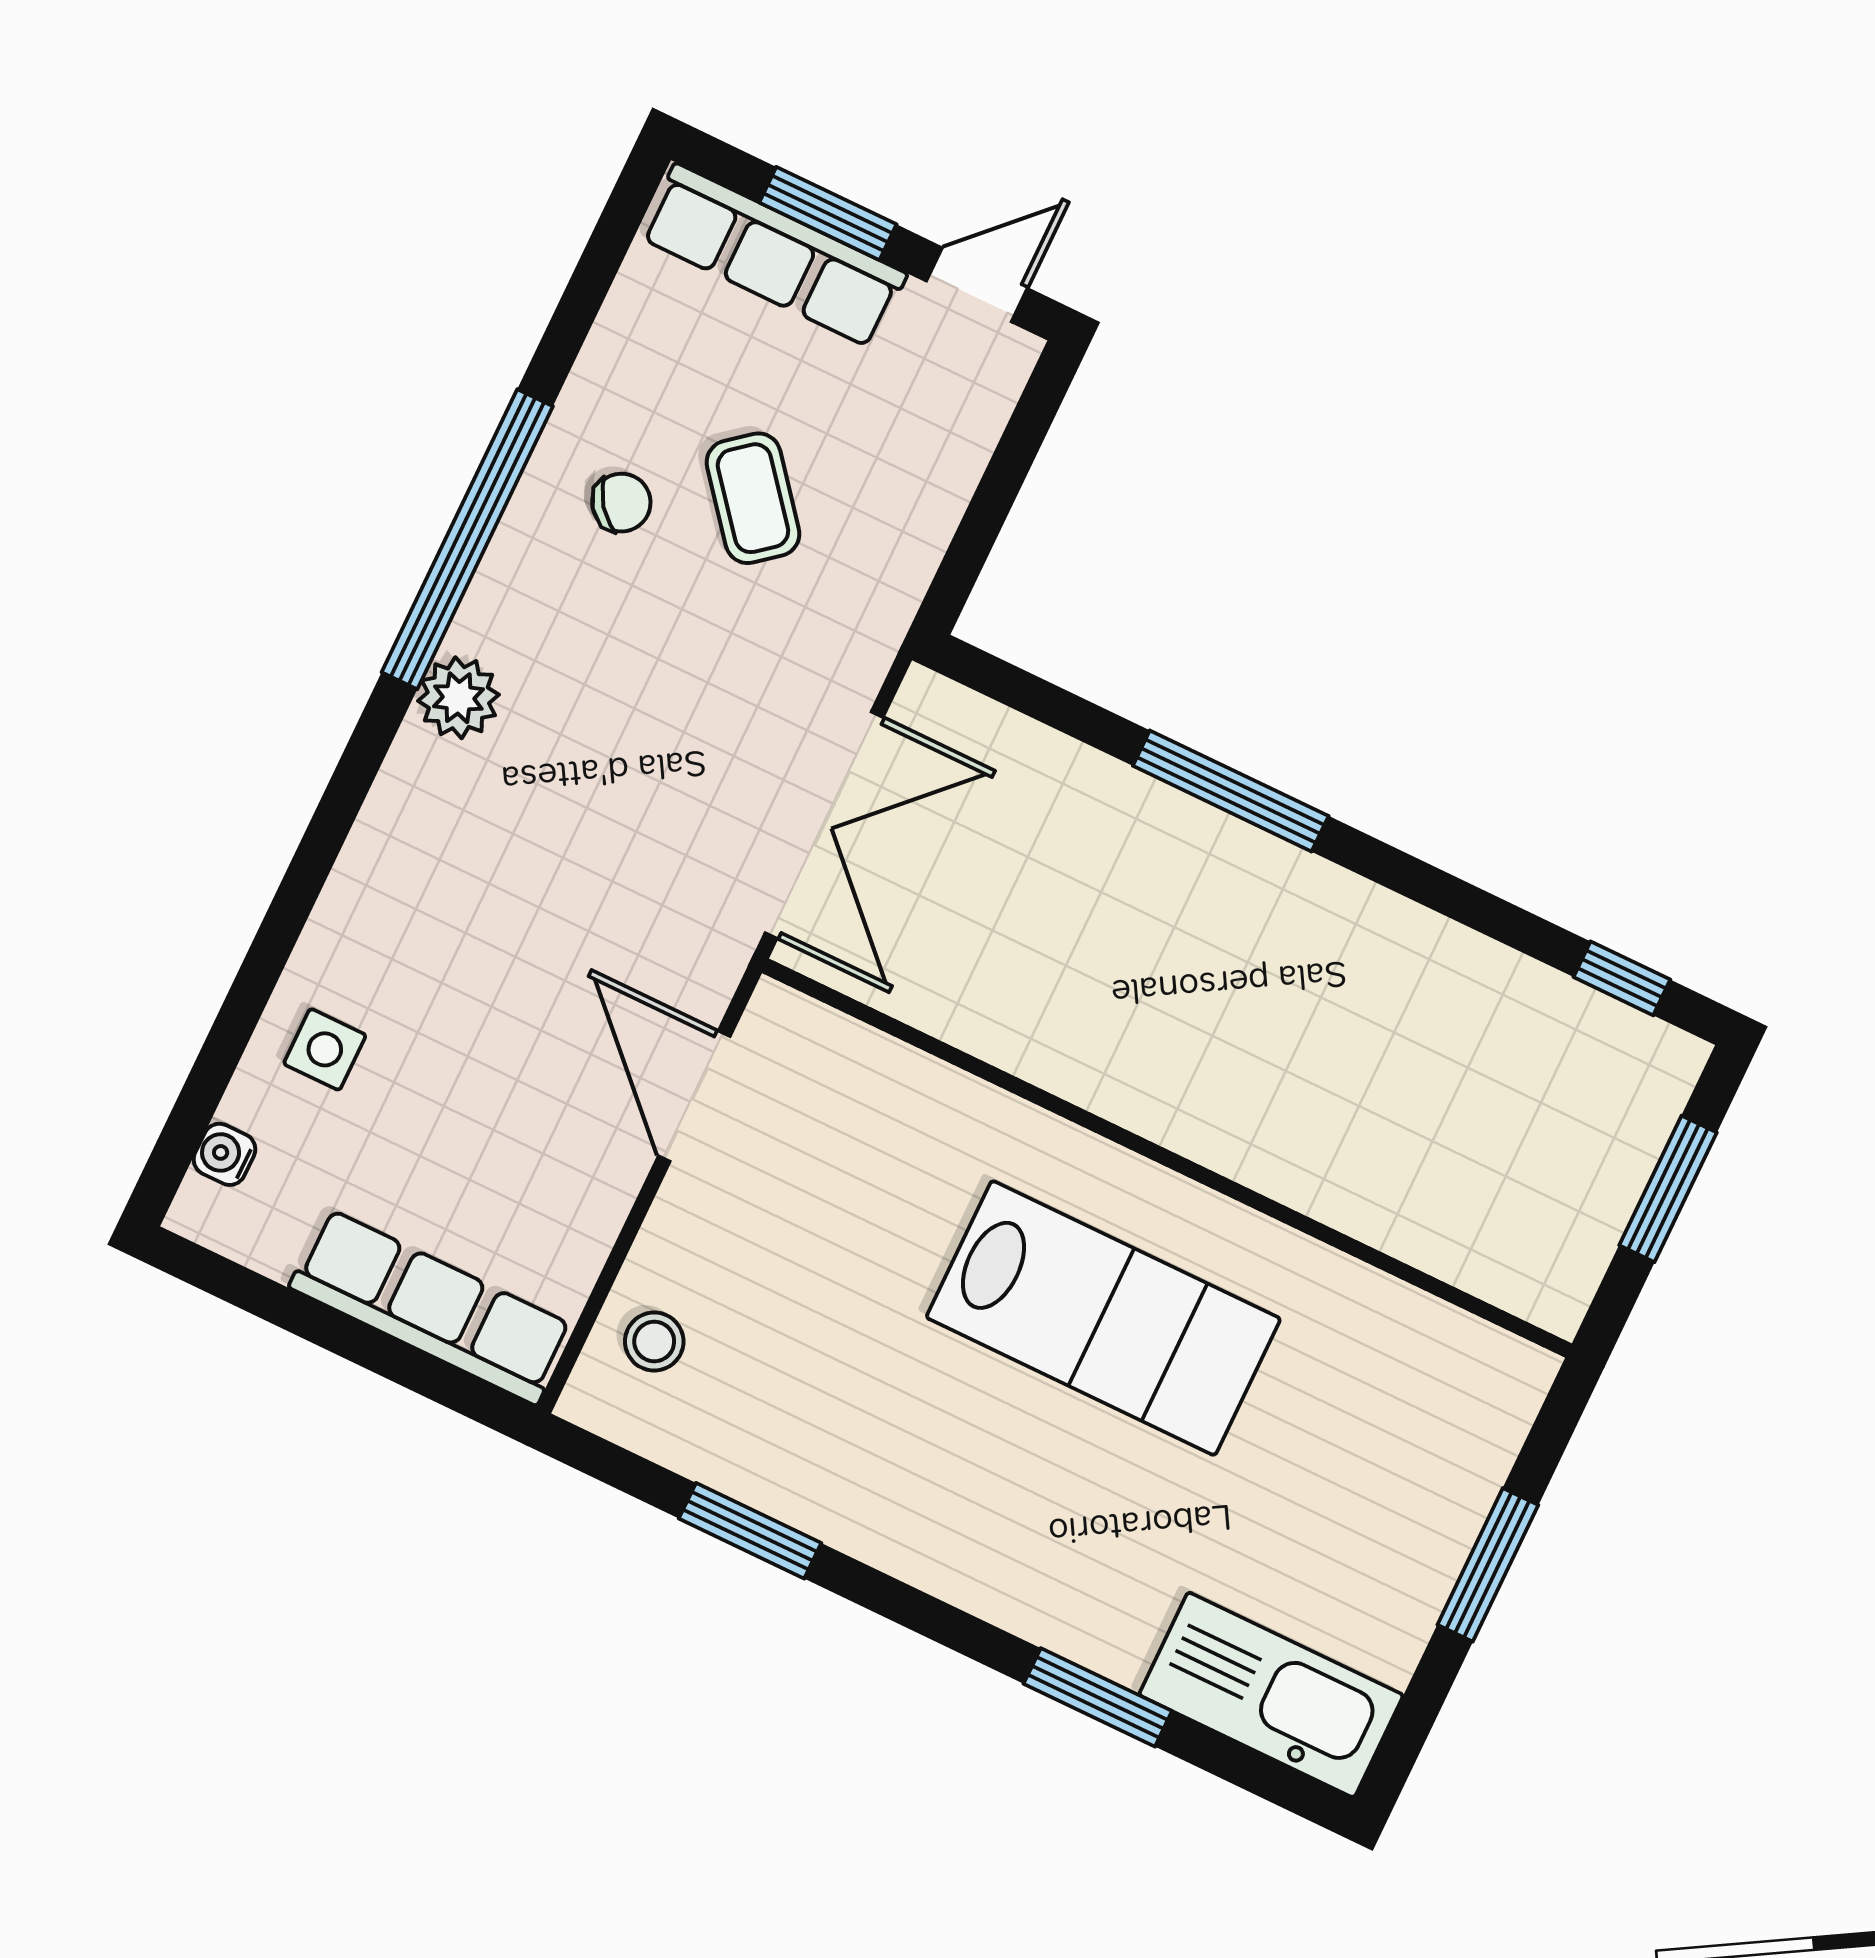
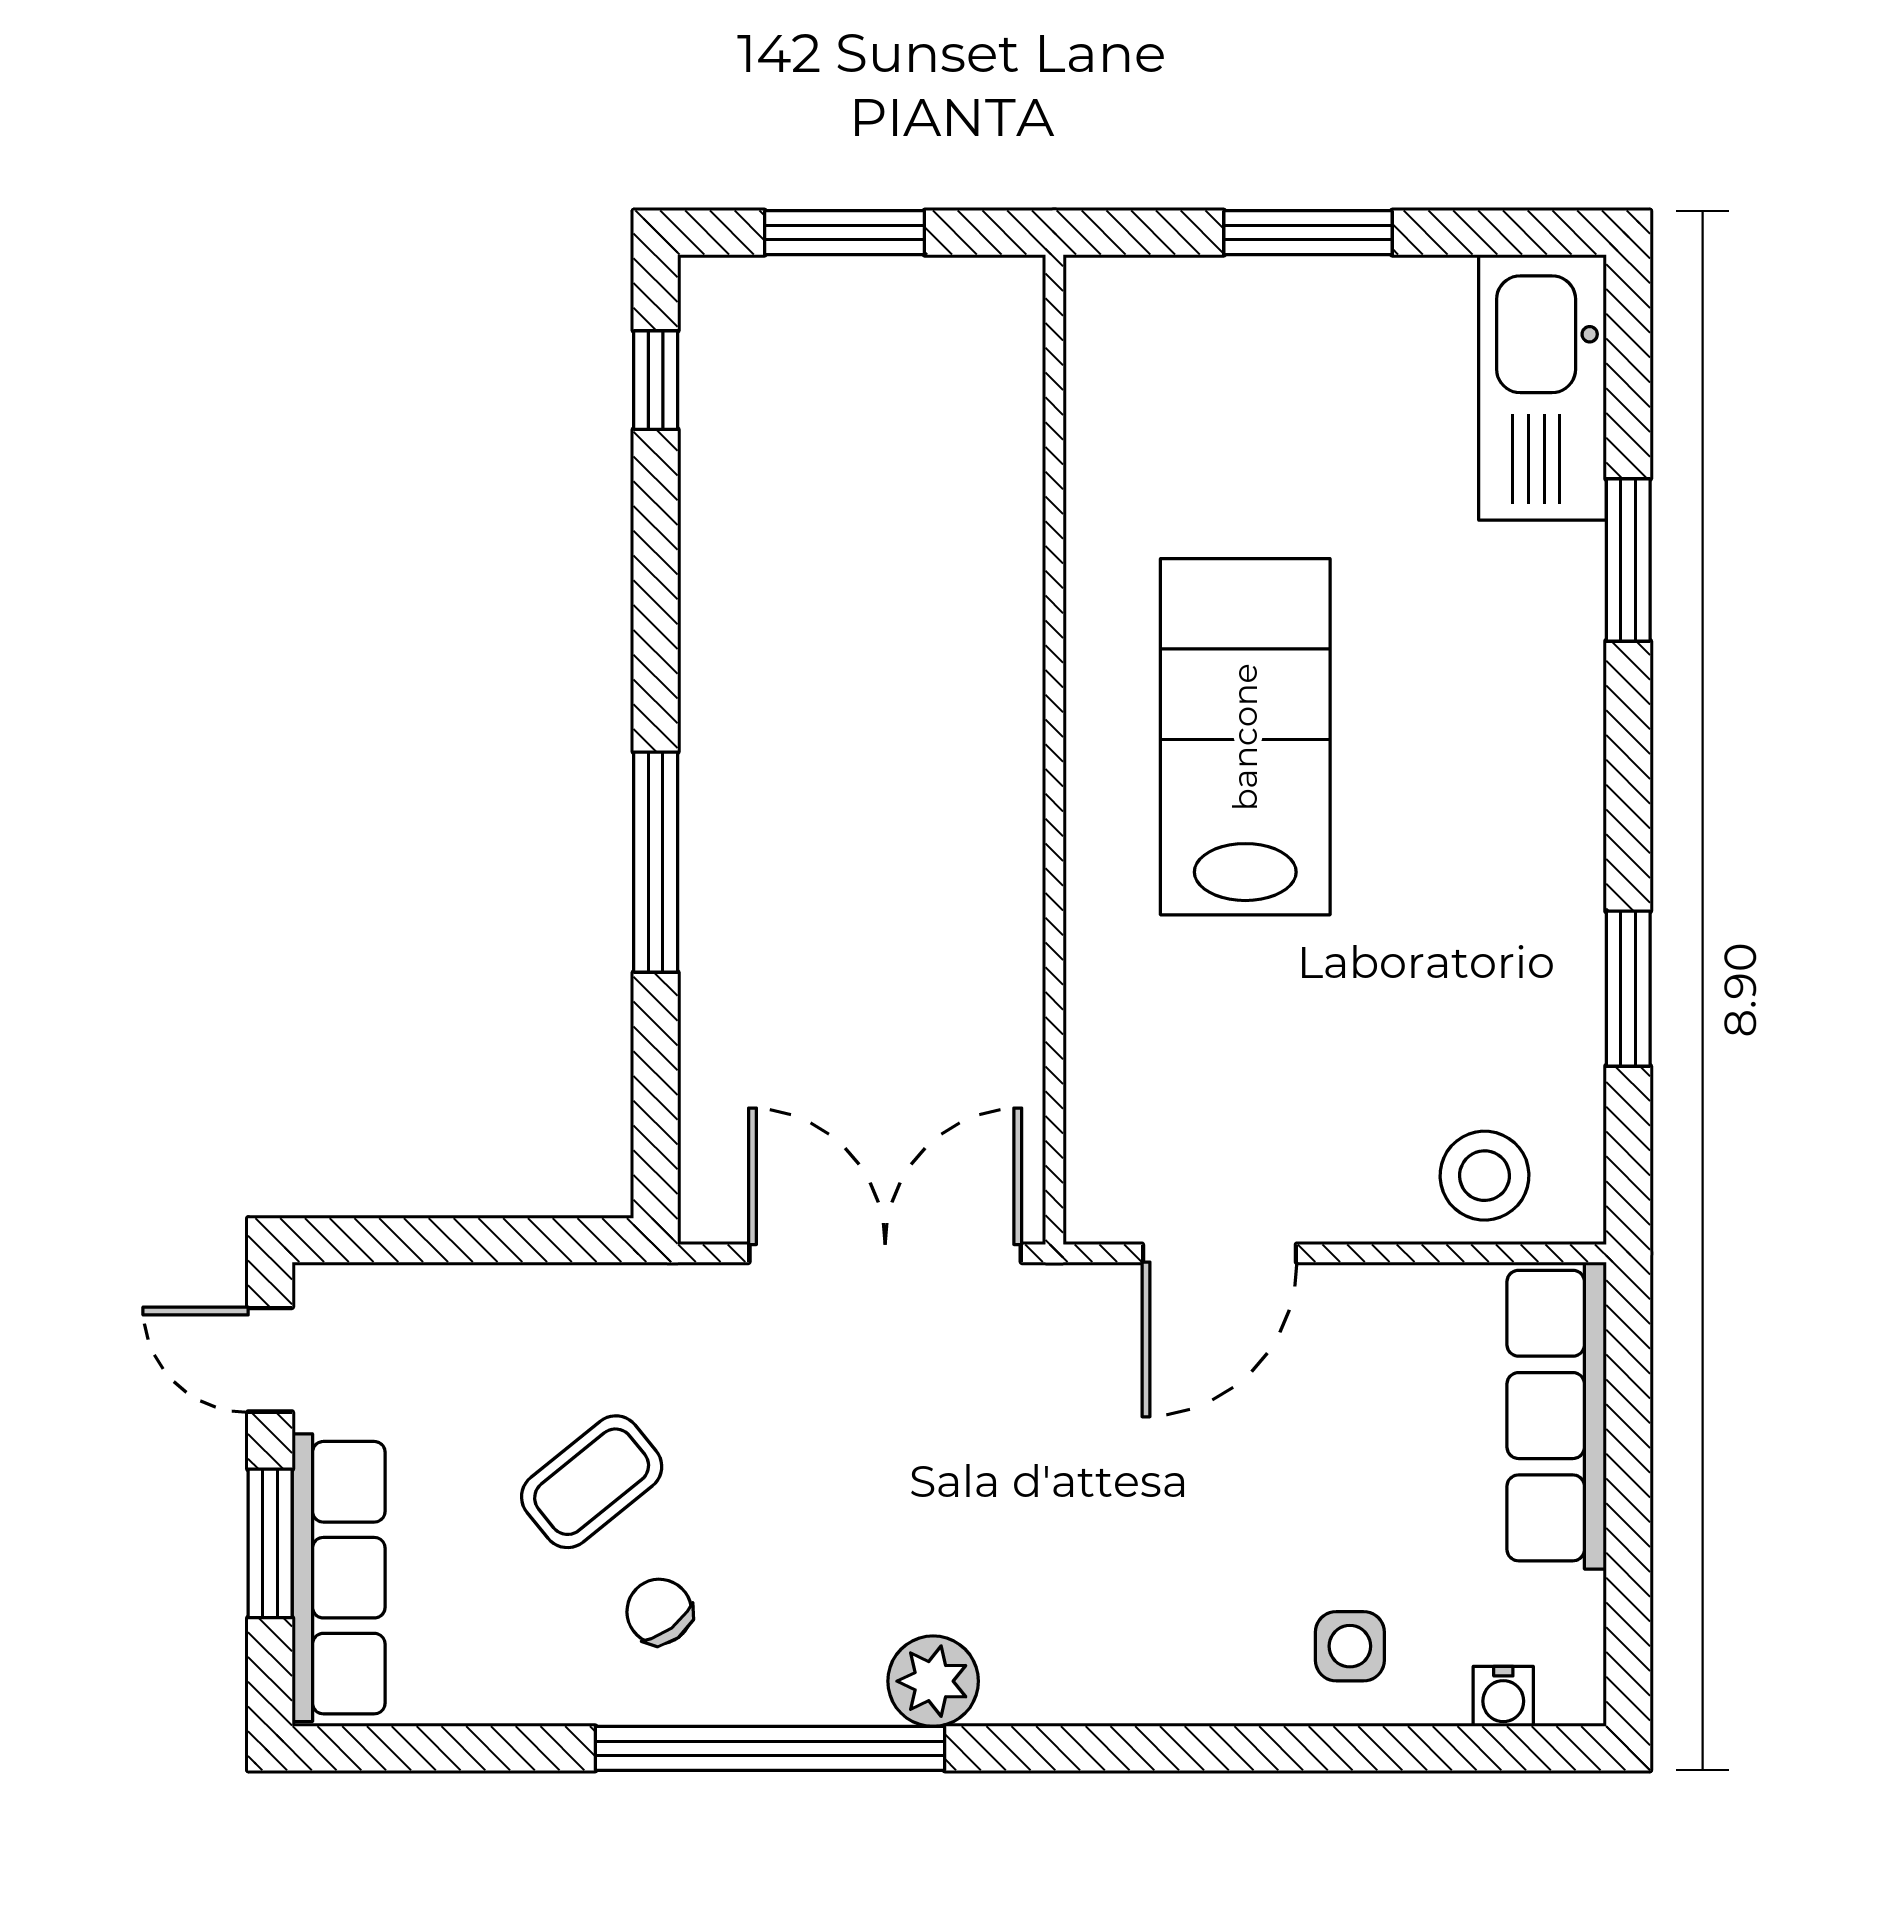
stool: (654, 1342) -> (1485, 1176), width x1.37, depth x1.37

